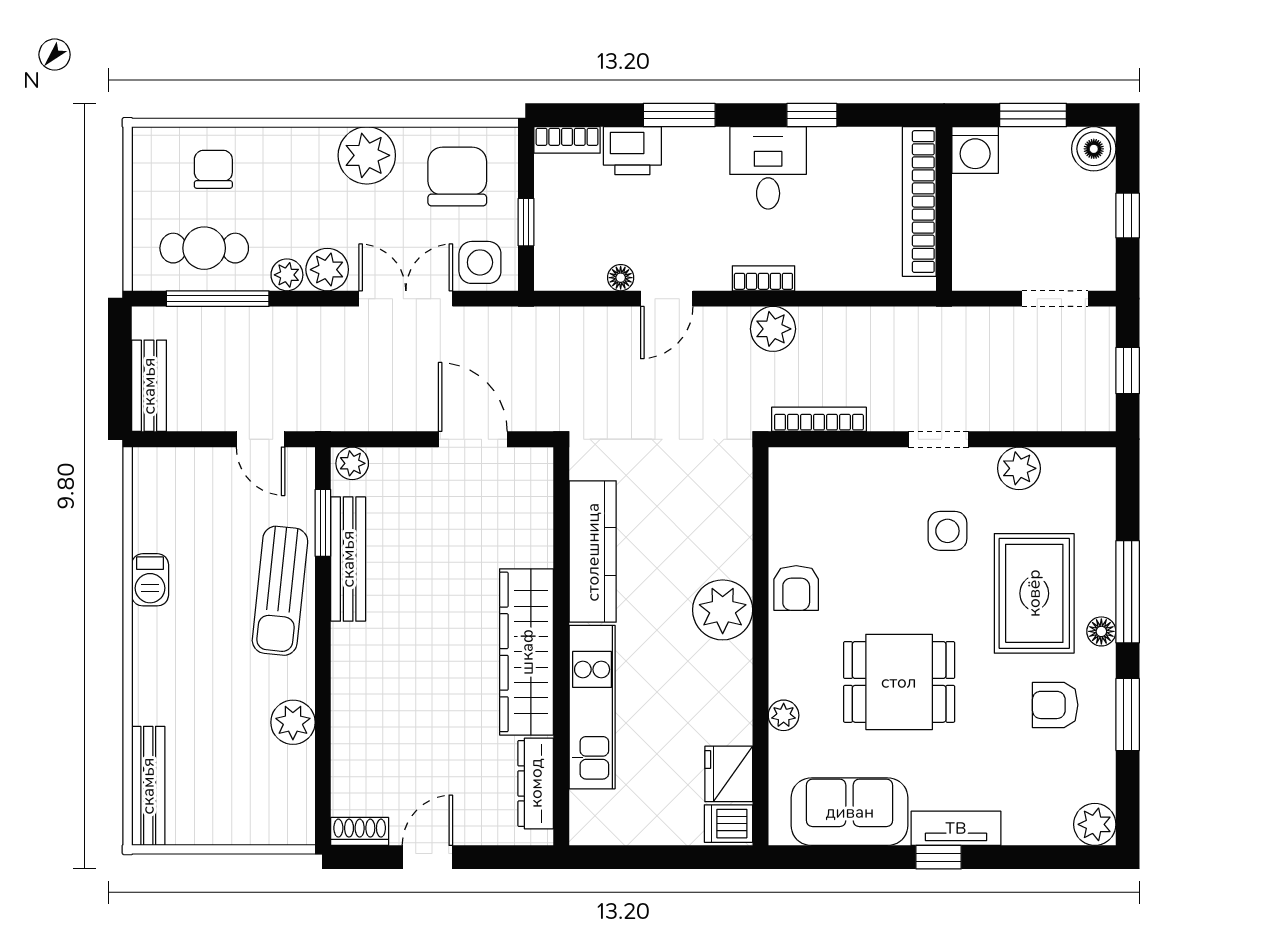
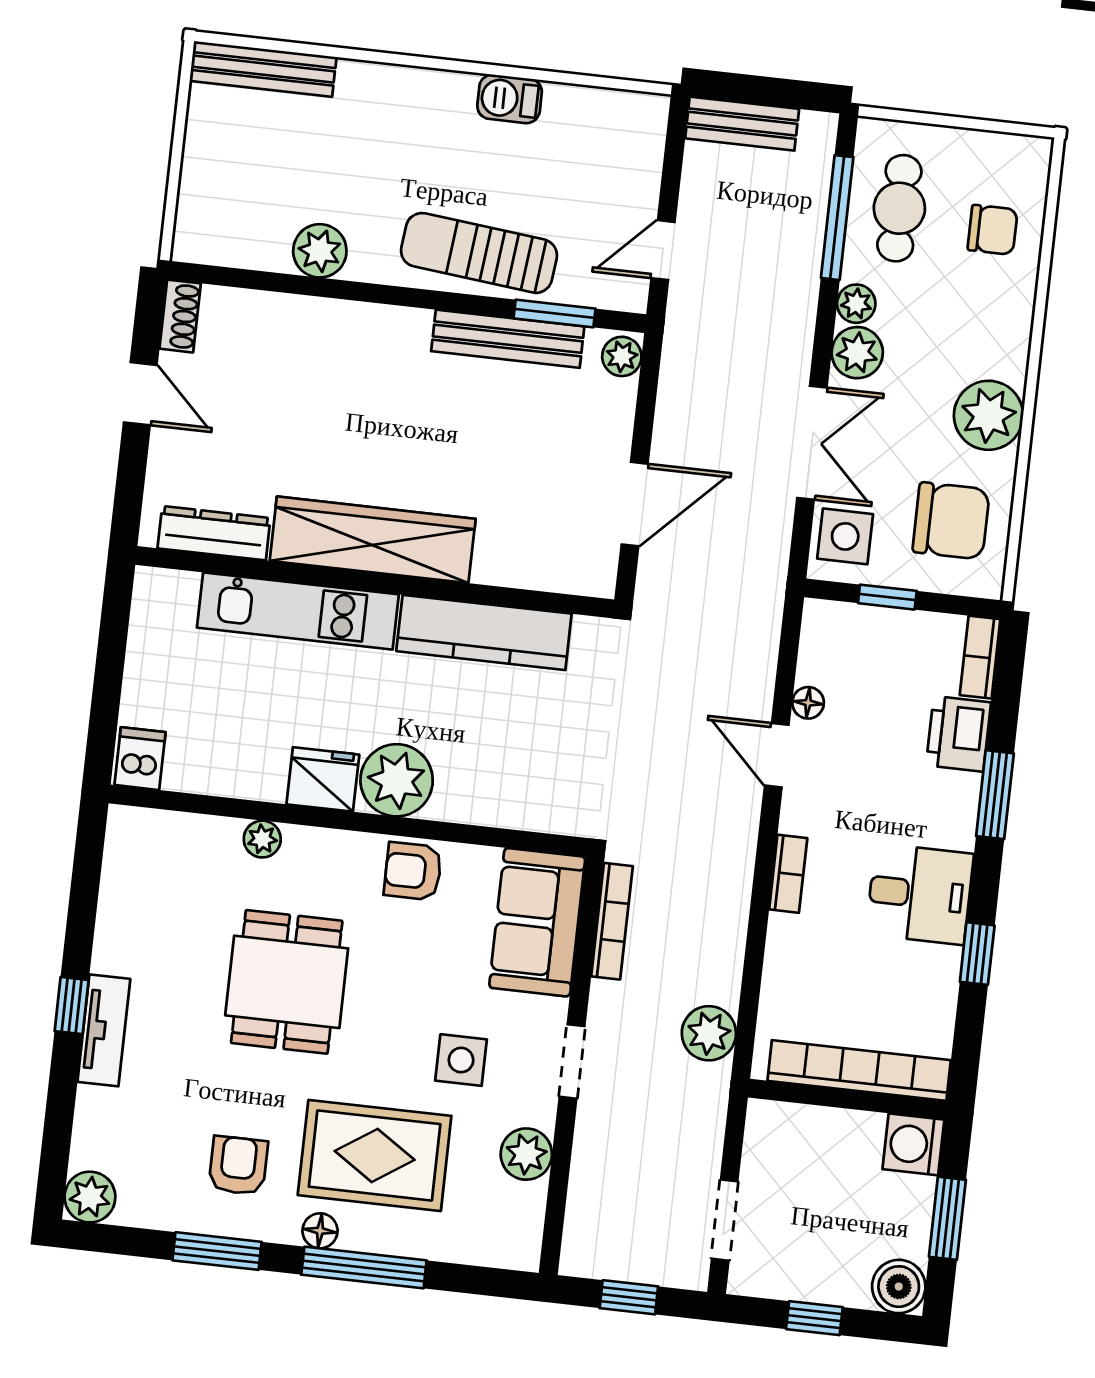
plant: (773, 329) -> (709, 1033), moved
fridge: (729, 774) -> (323, 779), moved
sofa: (850, 812) -> (537, 922), moved, turned 180

